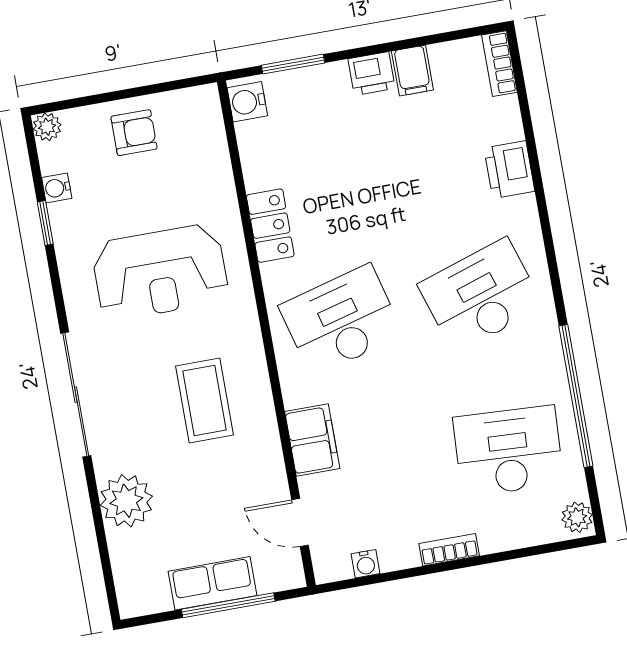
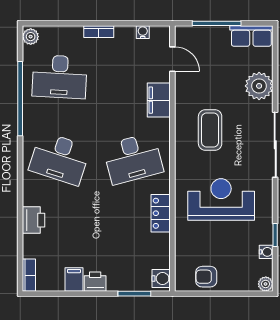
armchair: (134, 133) -> (206, 277), moved
desk: (481, 295) -> (60, 159), turned 36
row of seats: (212, 583) -> (251, 36), moved

